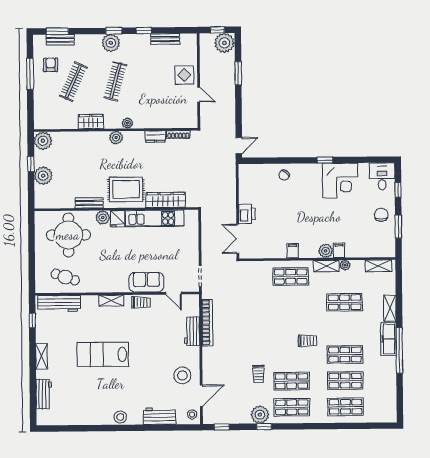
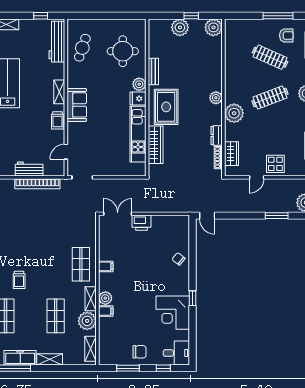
clothes rail: (115, 81) -> (270, 97), turned -36
wardrobe: (91, 122) -> (232, 154), moved
plant: (127, 123) -> (234, 113), width x1.88, depth x1.88
round table: (68, 235) -> (123, 51), width x0.73, depth x0.73
plant: (345, 265) -> (87, 321), width x1.88, depth x1.88
sofa: (146, 282) -> (77, 105), moved

